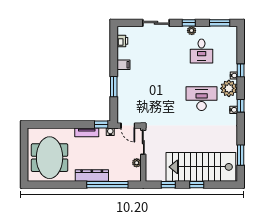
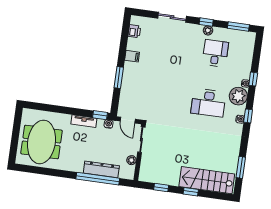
desk: (202, 51) -> (215, 53), turned 180
desk: (202, 99) -> (208, 103), turned 180
stairs: (201, 167) -> (207, 180), width x0.73, depth x0.66
dresser: (92, 175) -> (101, 169), moved

